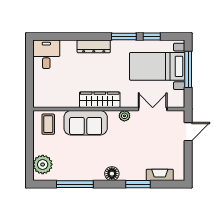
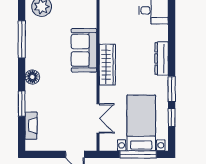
plant: (124, 116) -> (91, 90), removed
coffee table: (48, 124) -> (83, 12), removed

